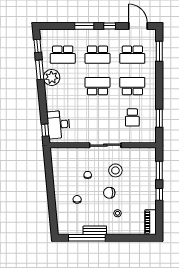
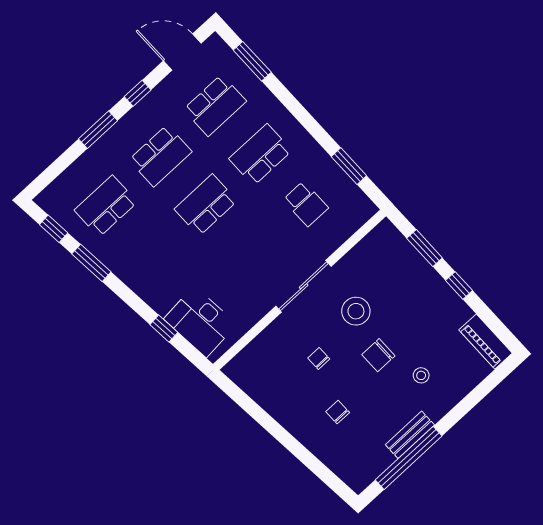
school desk: (63, 55) -> (106, 206), turned 180
plant: (52, 77) -> (121, 258), removed
window: (45, 130) -> (164, 328), moved

